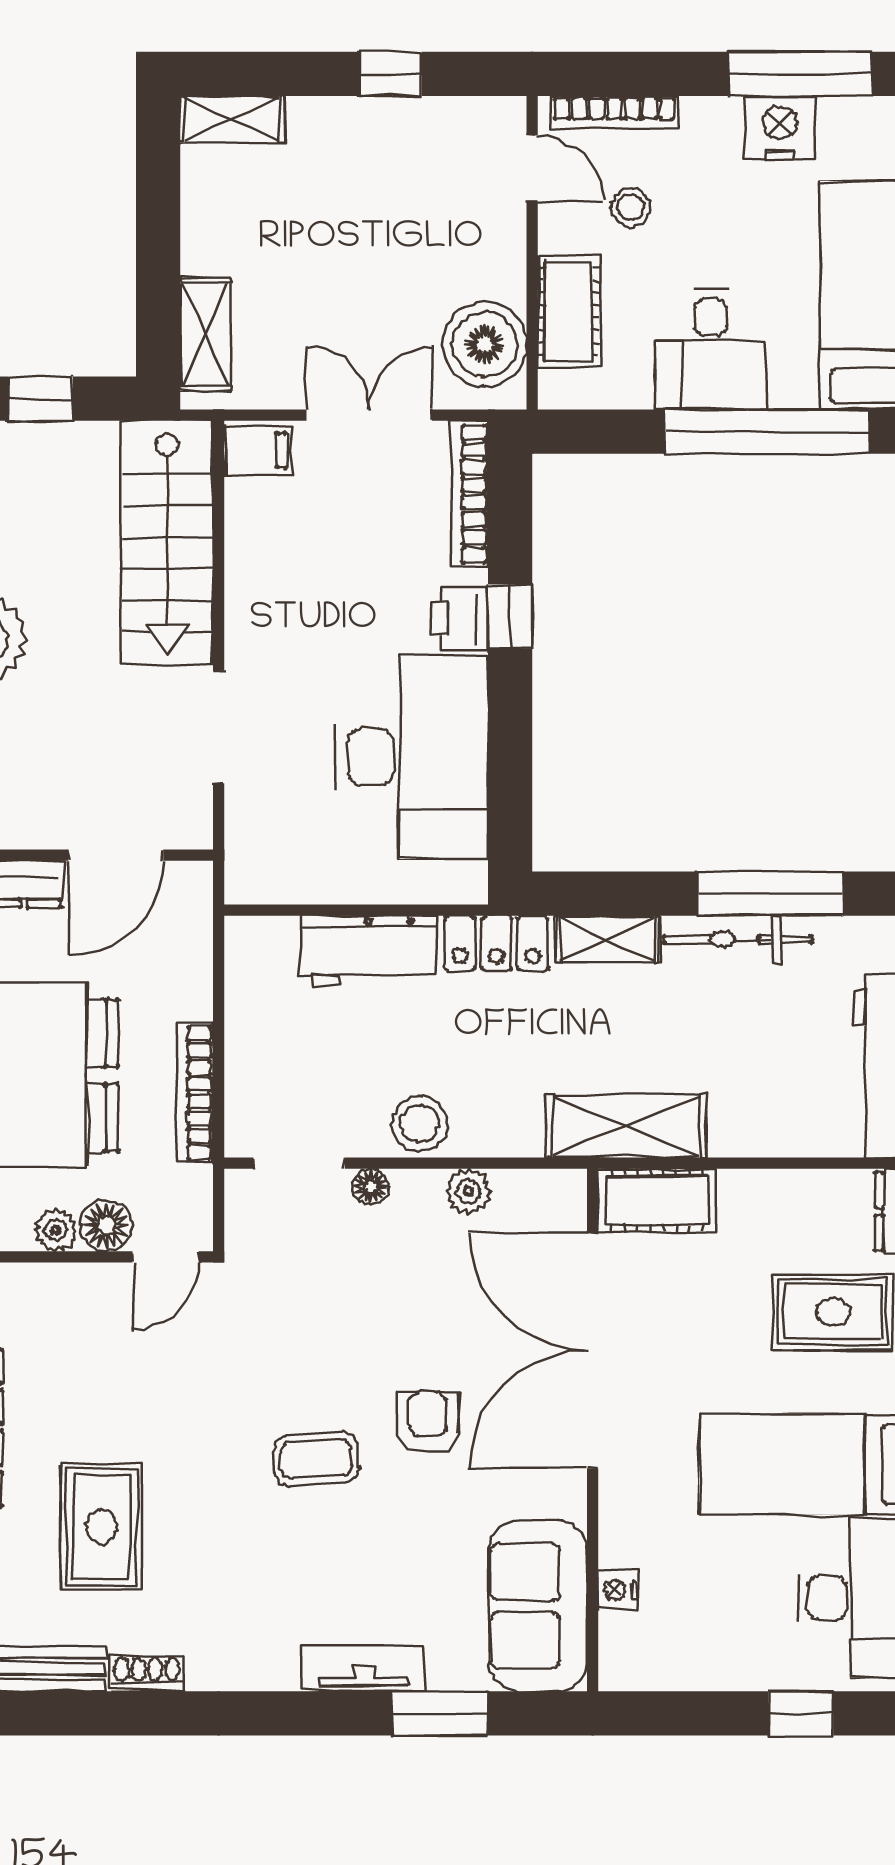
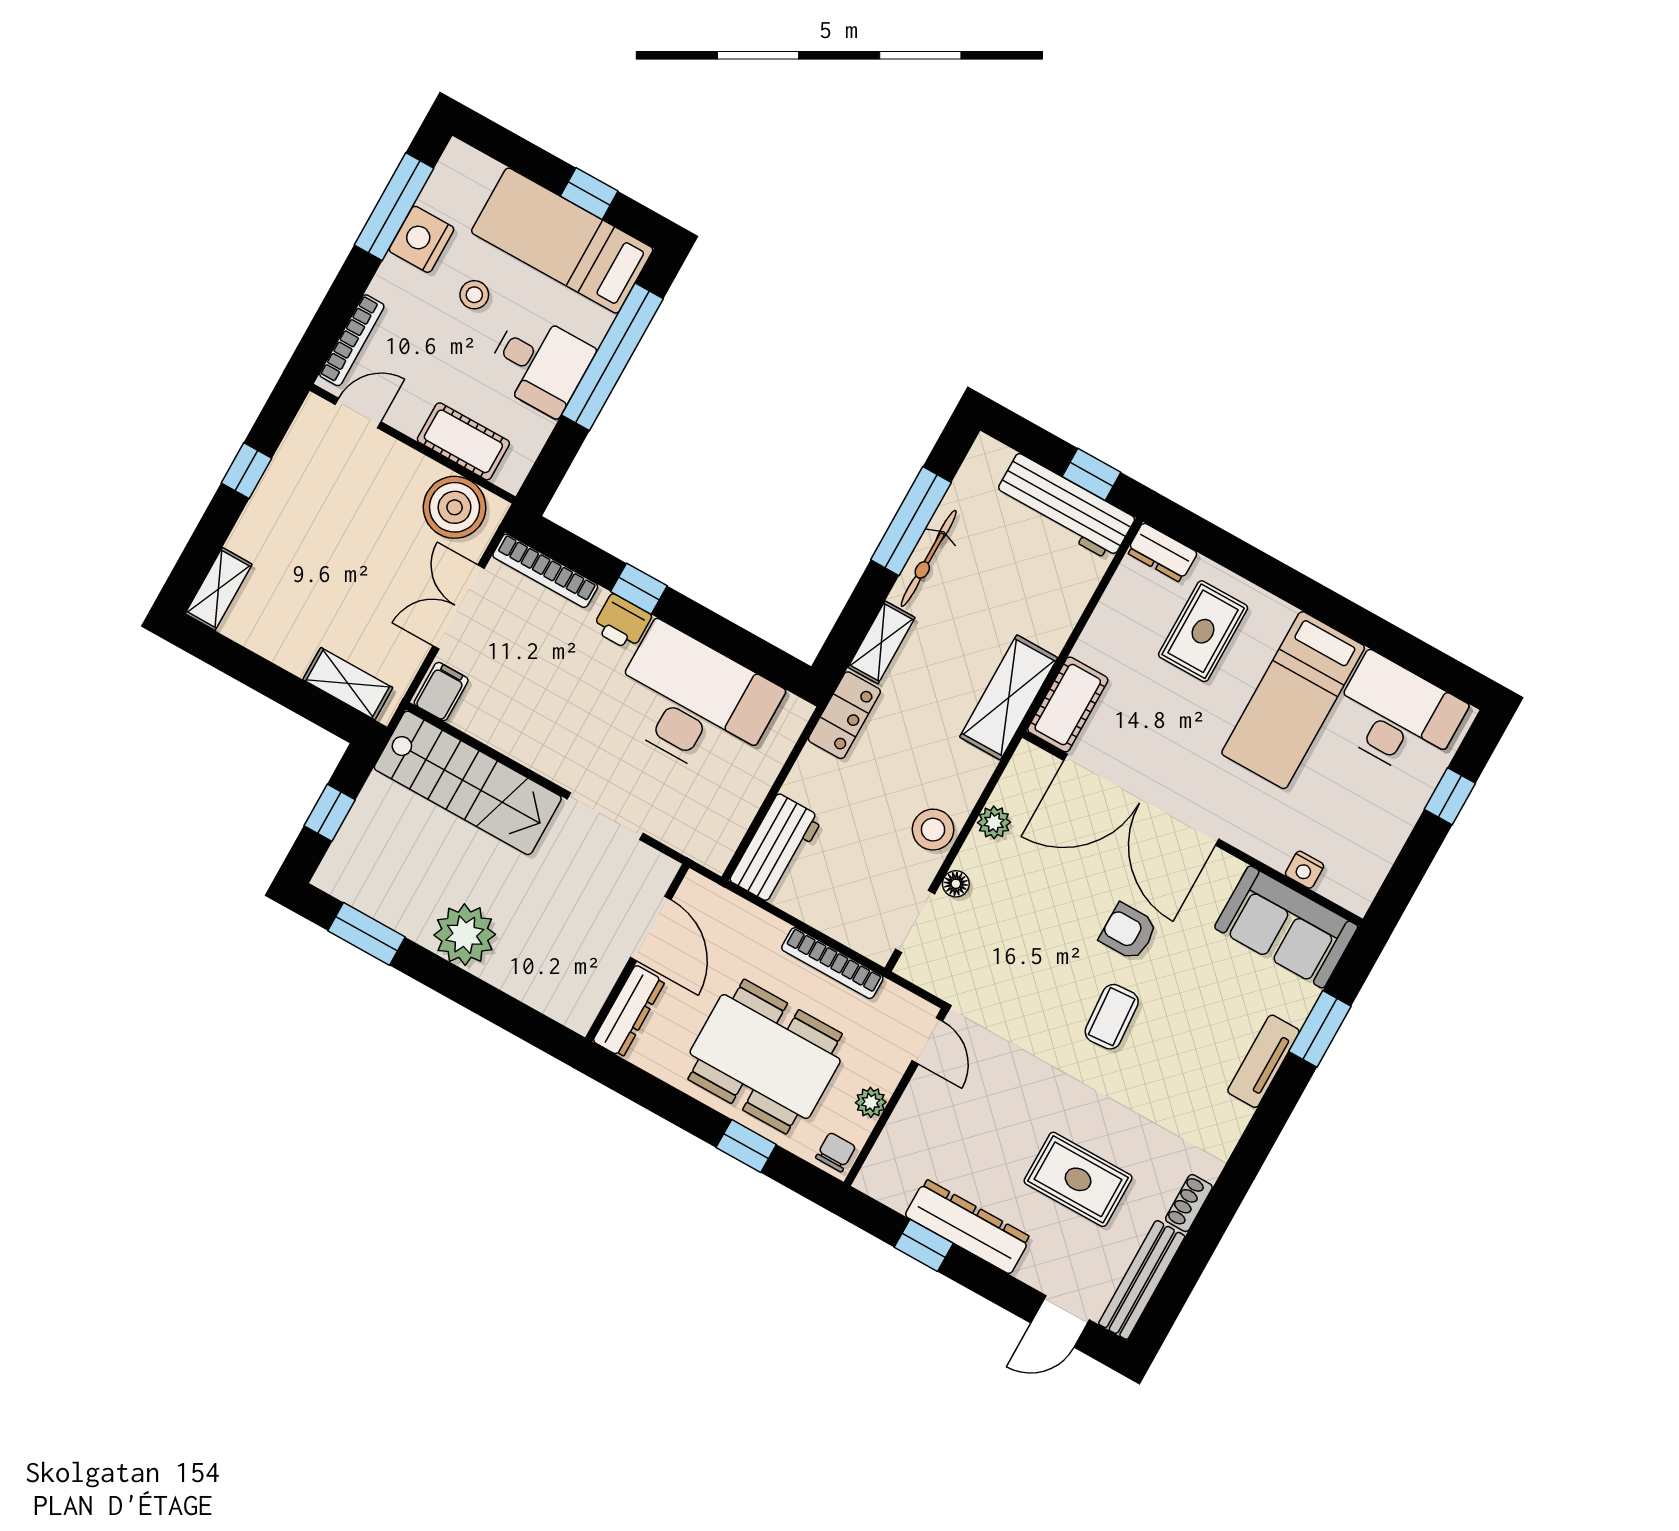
stool: (631, 207) -> (474, 295), moved
workbench: (369, 951) -> (776, 849), moved
floor lamp: (106, 1226) -> (886, 1068), removed

